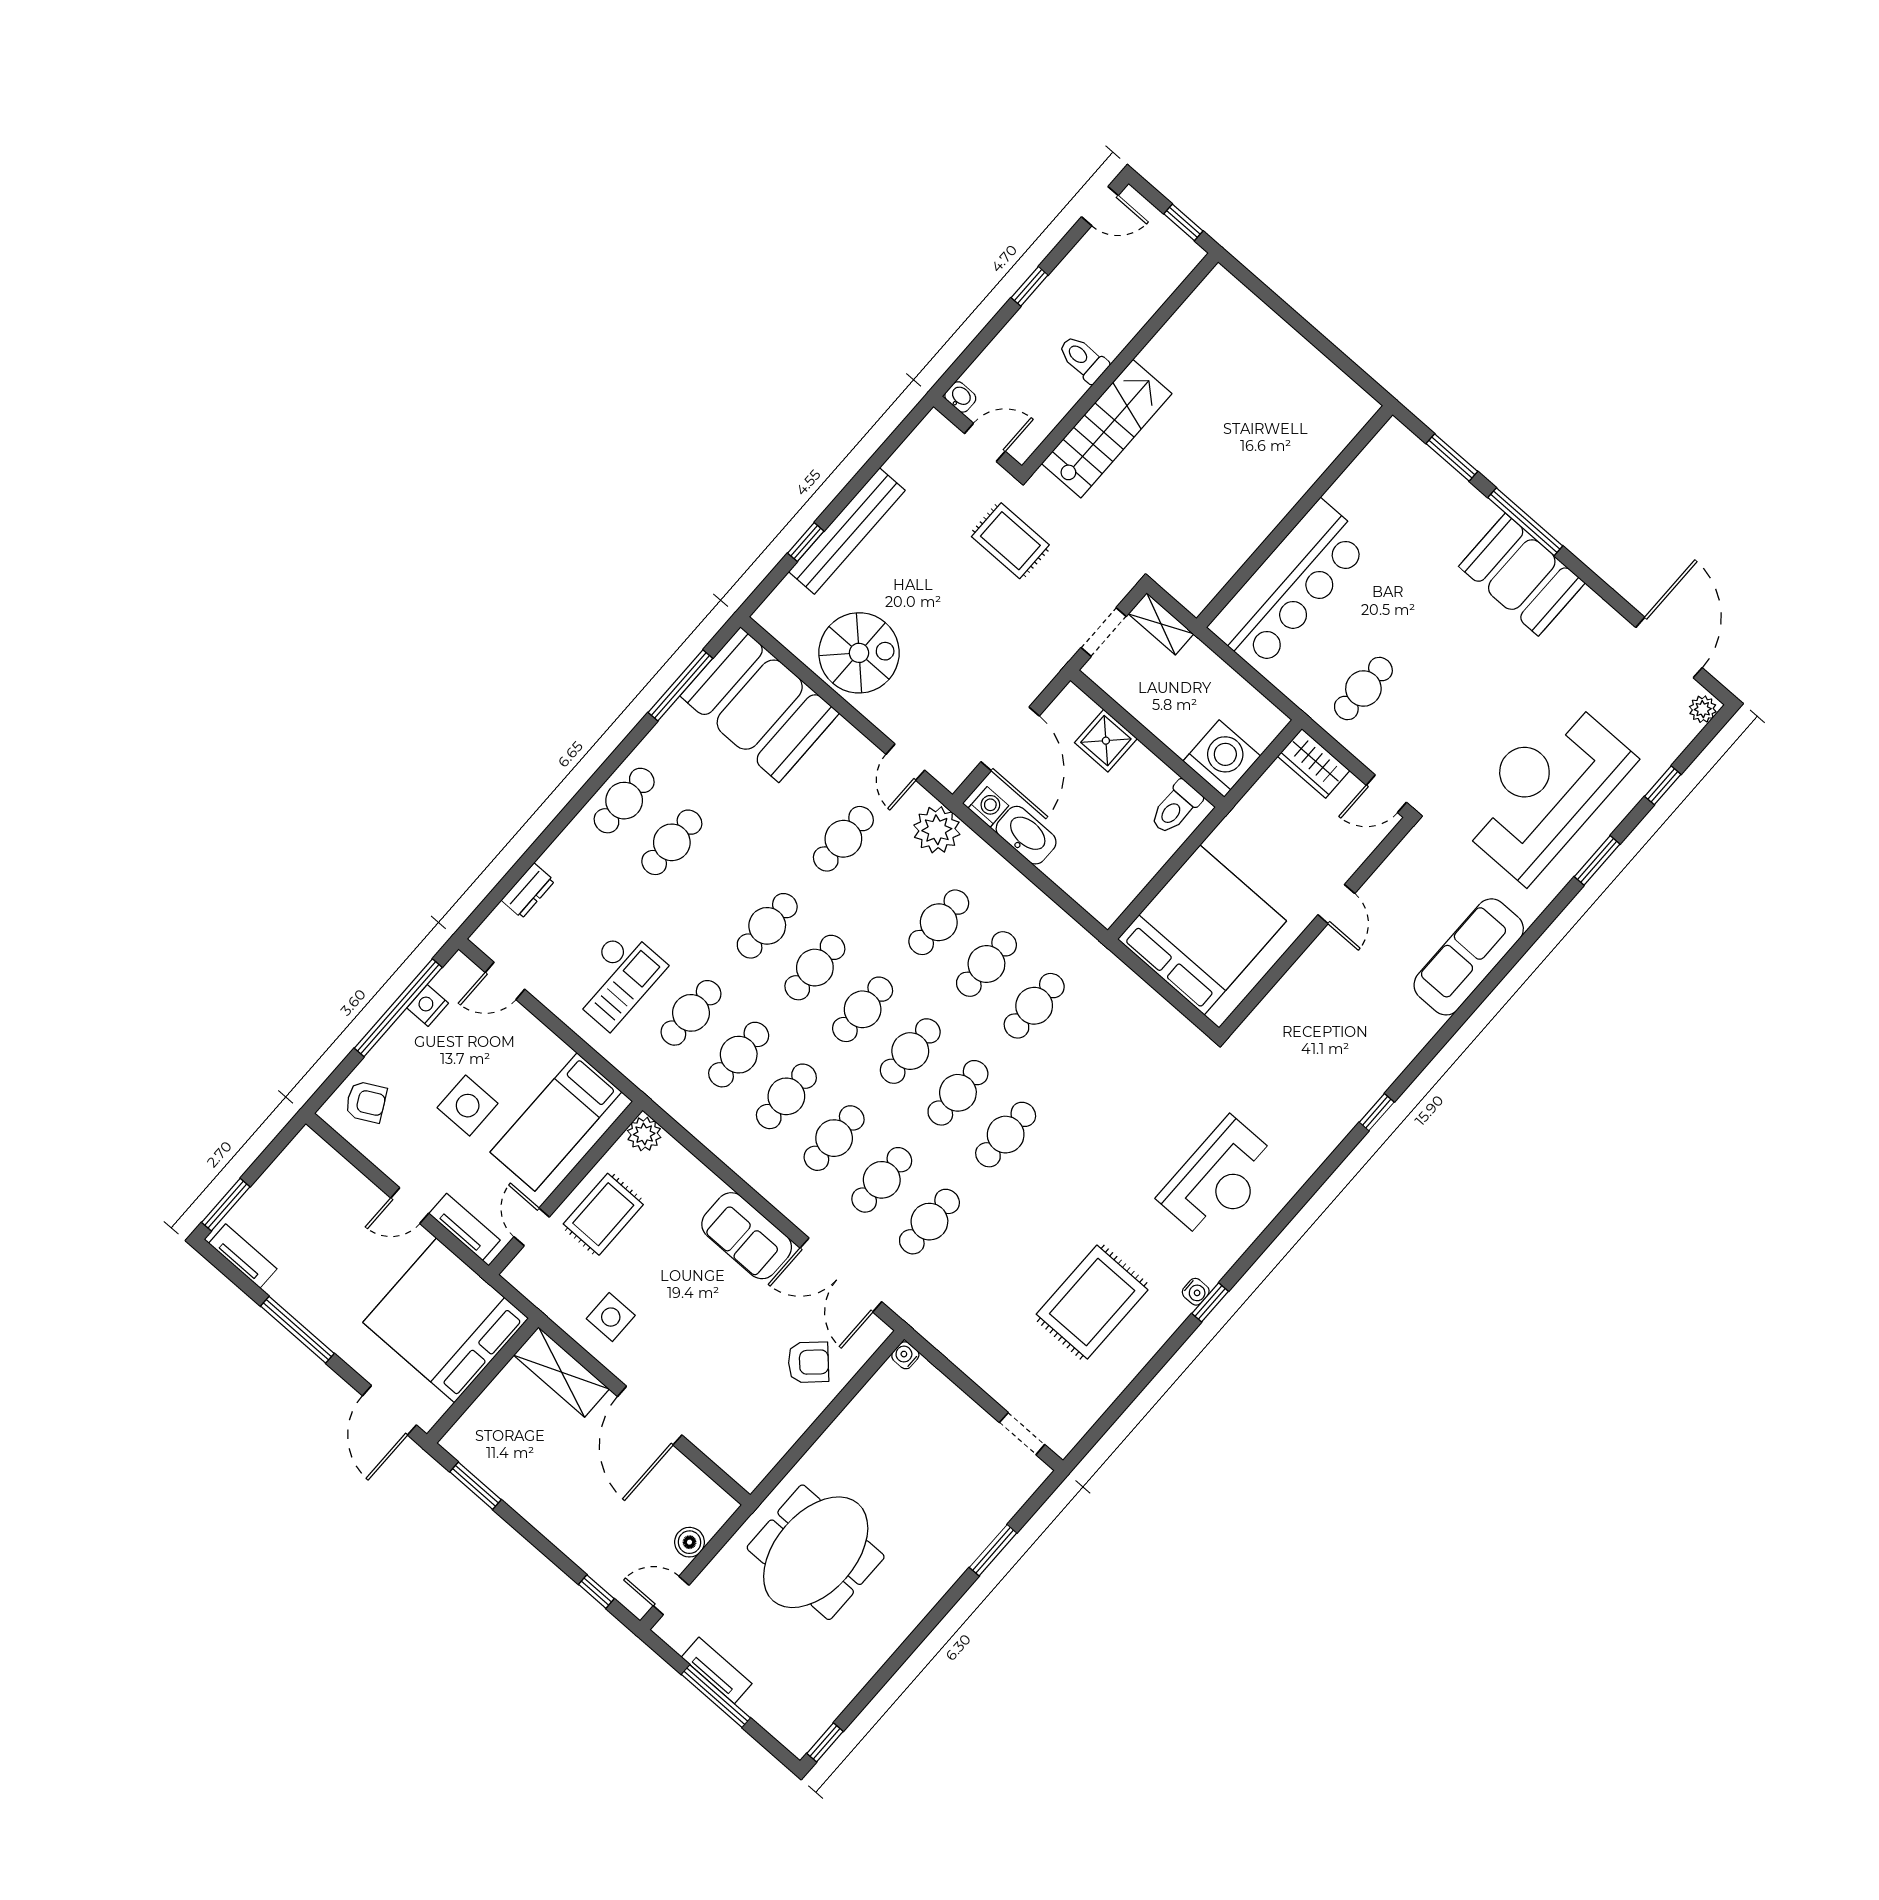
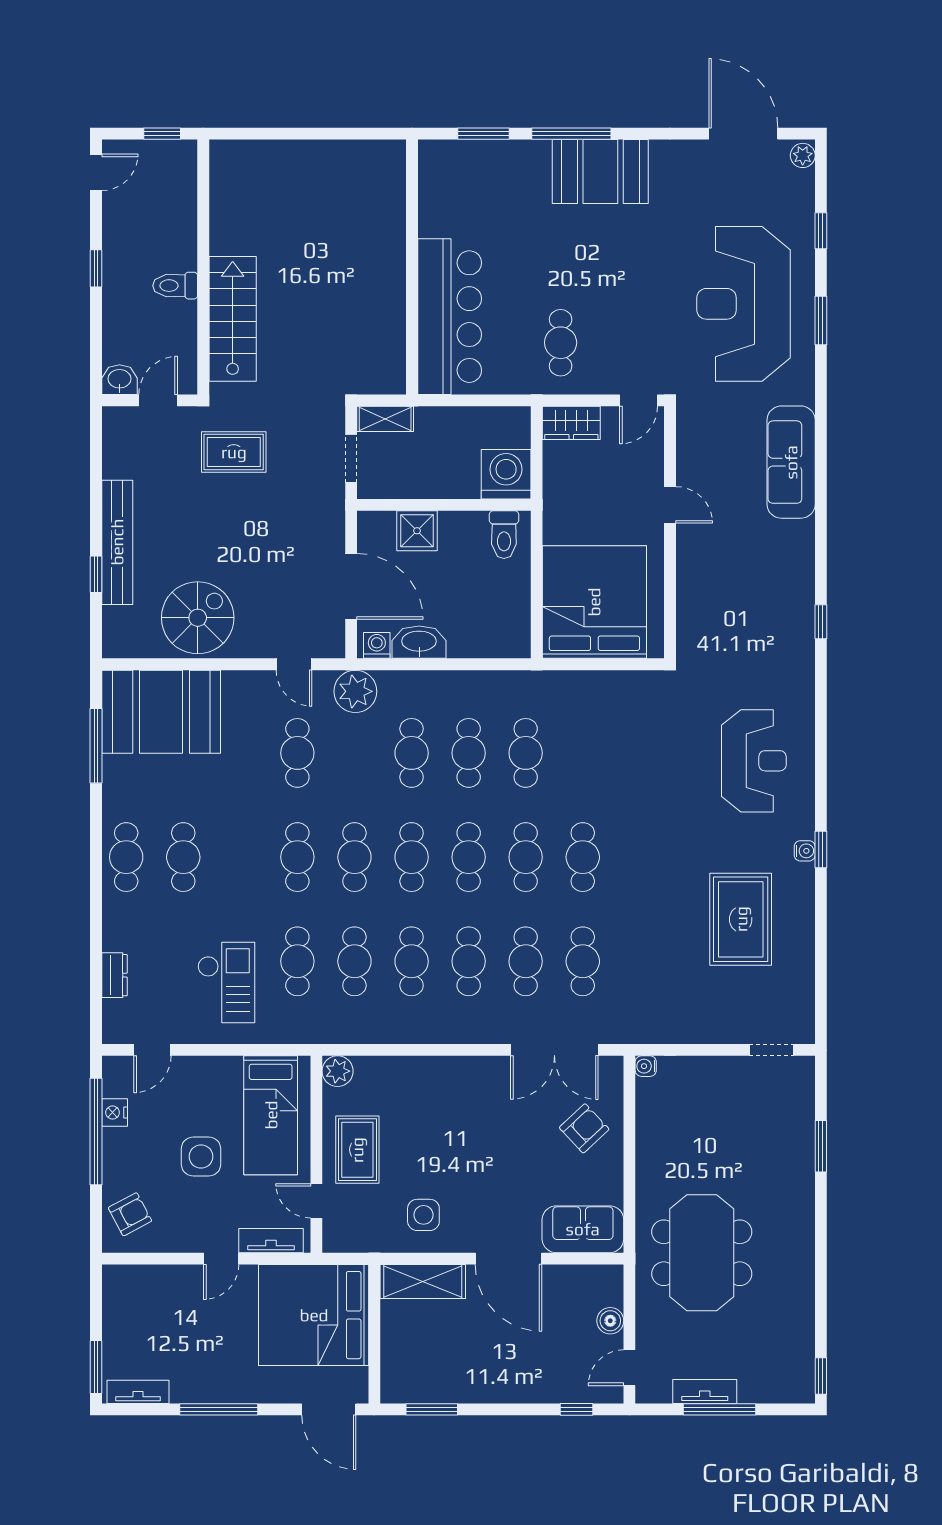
washbasin: (960, 397) -> (119, 380), width x1.38, depth x1.45
sofa: (747, 1236) -> (583, 1229), moved, turned 180

